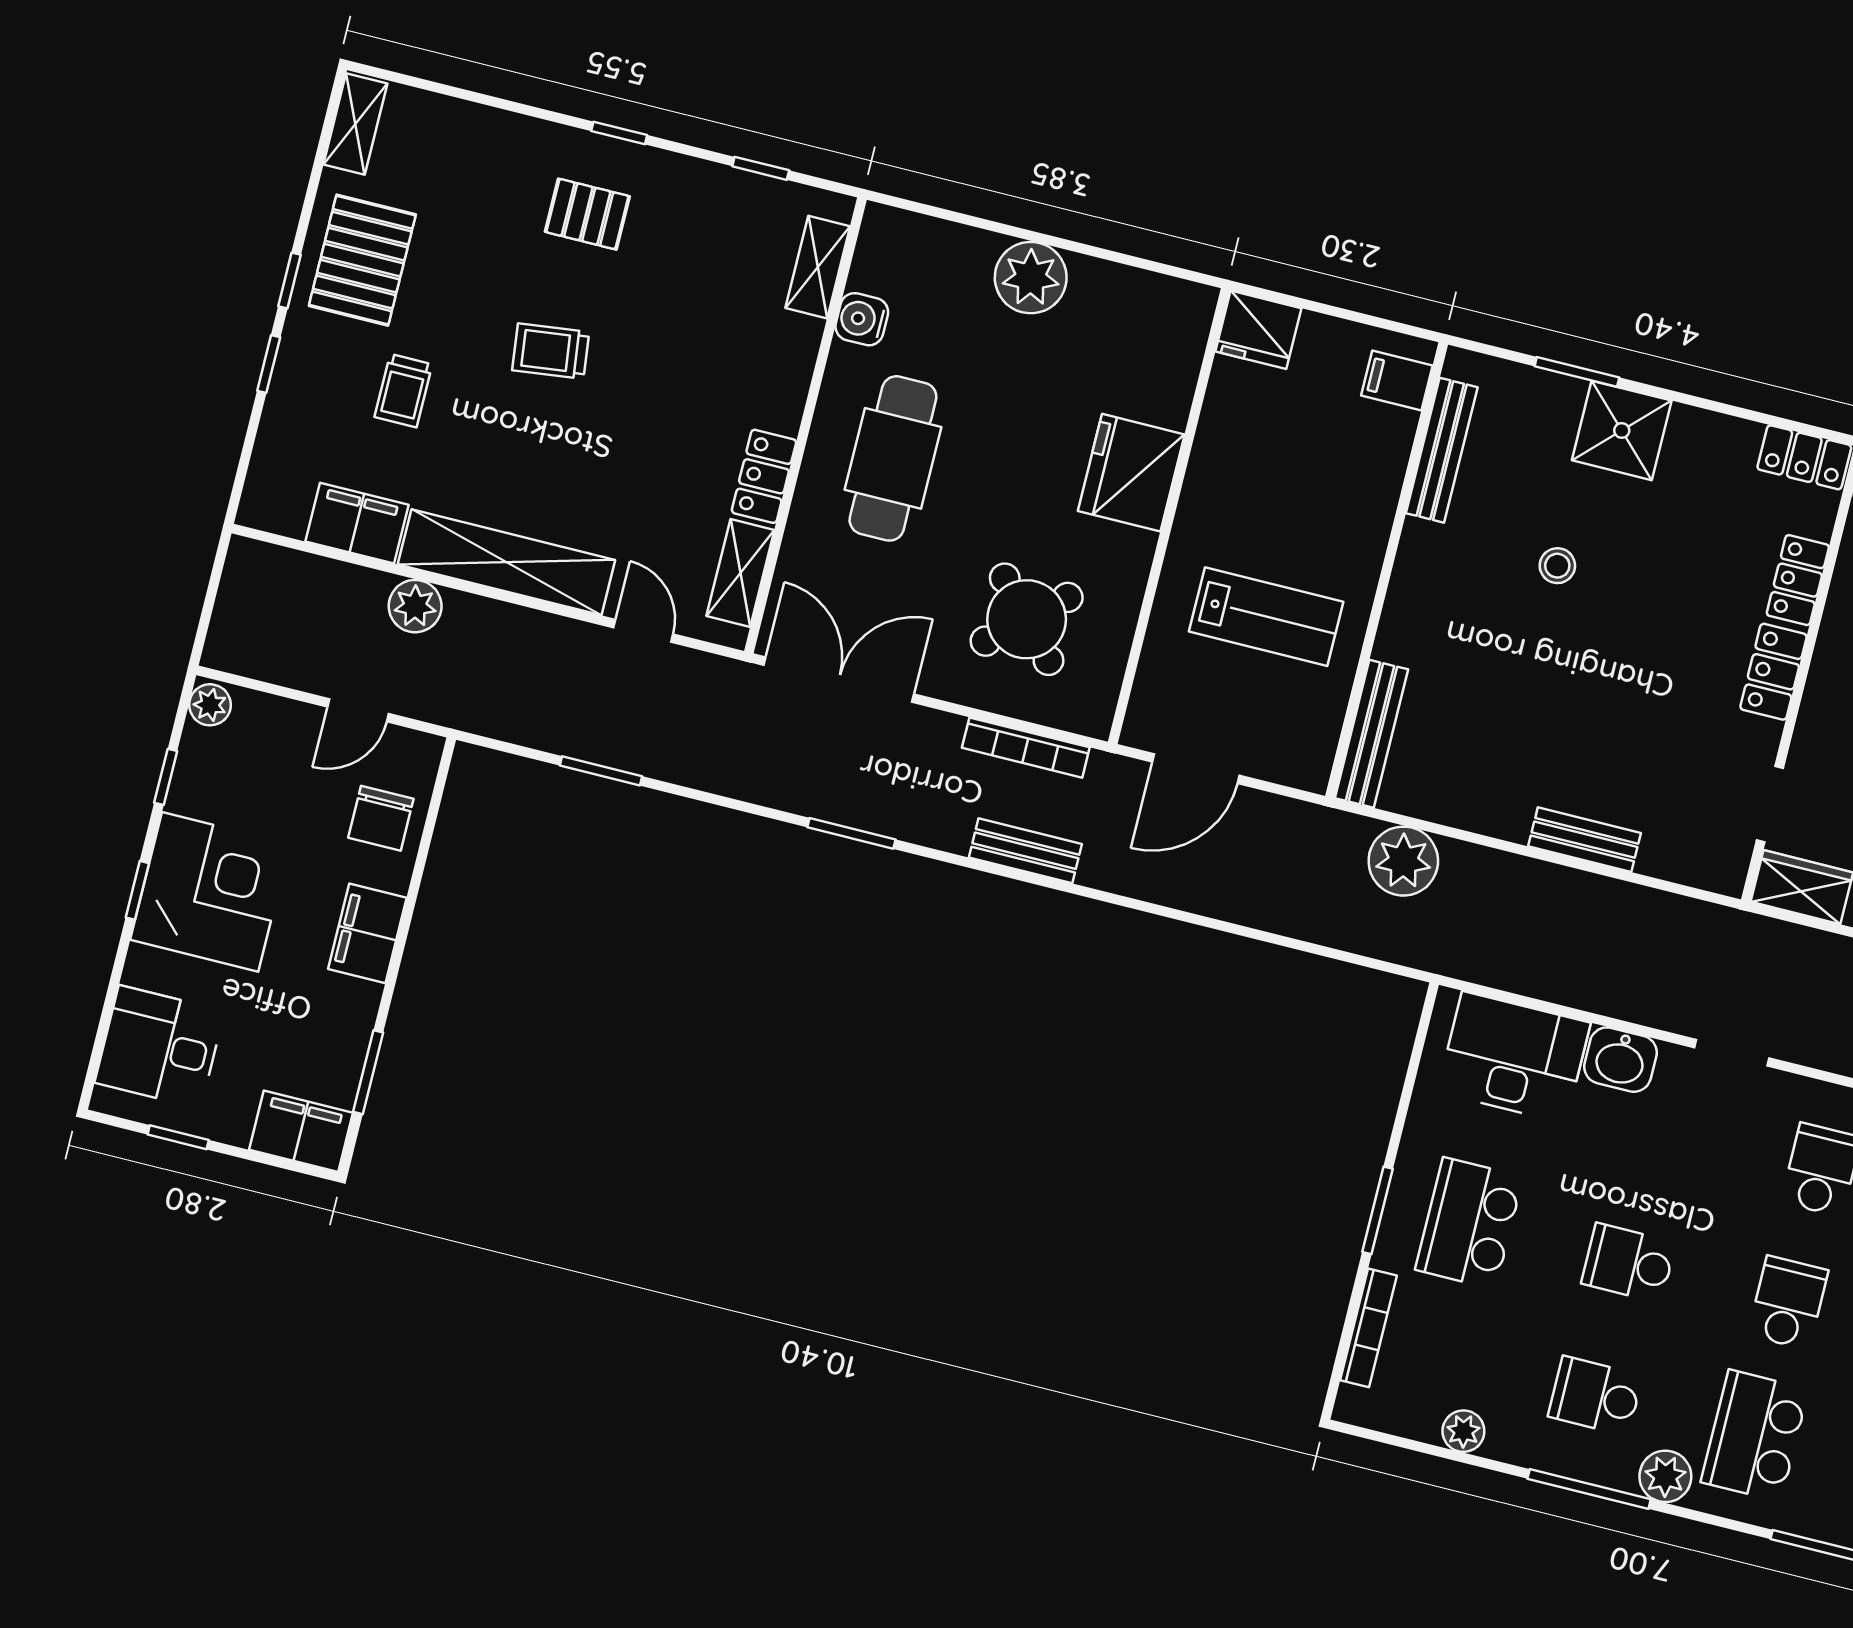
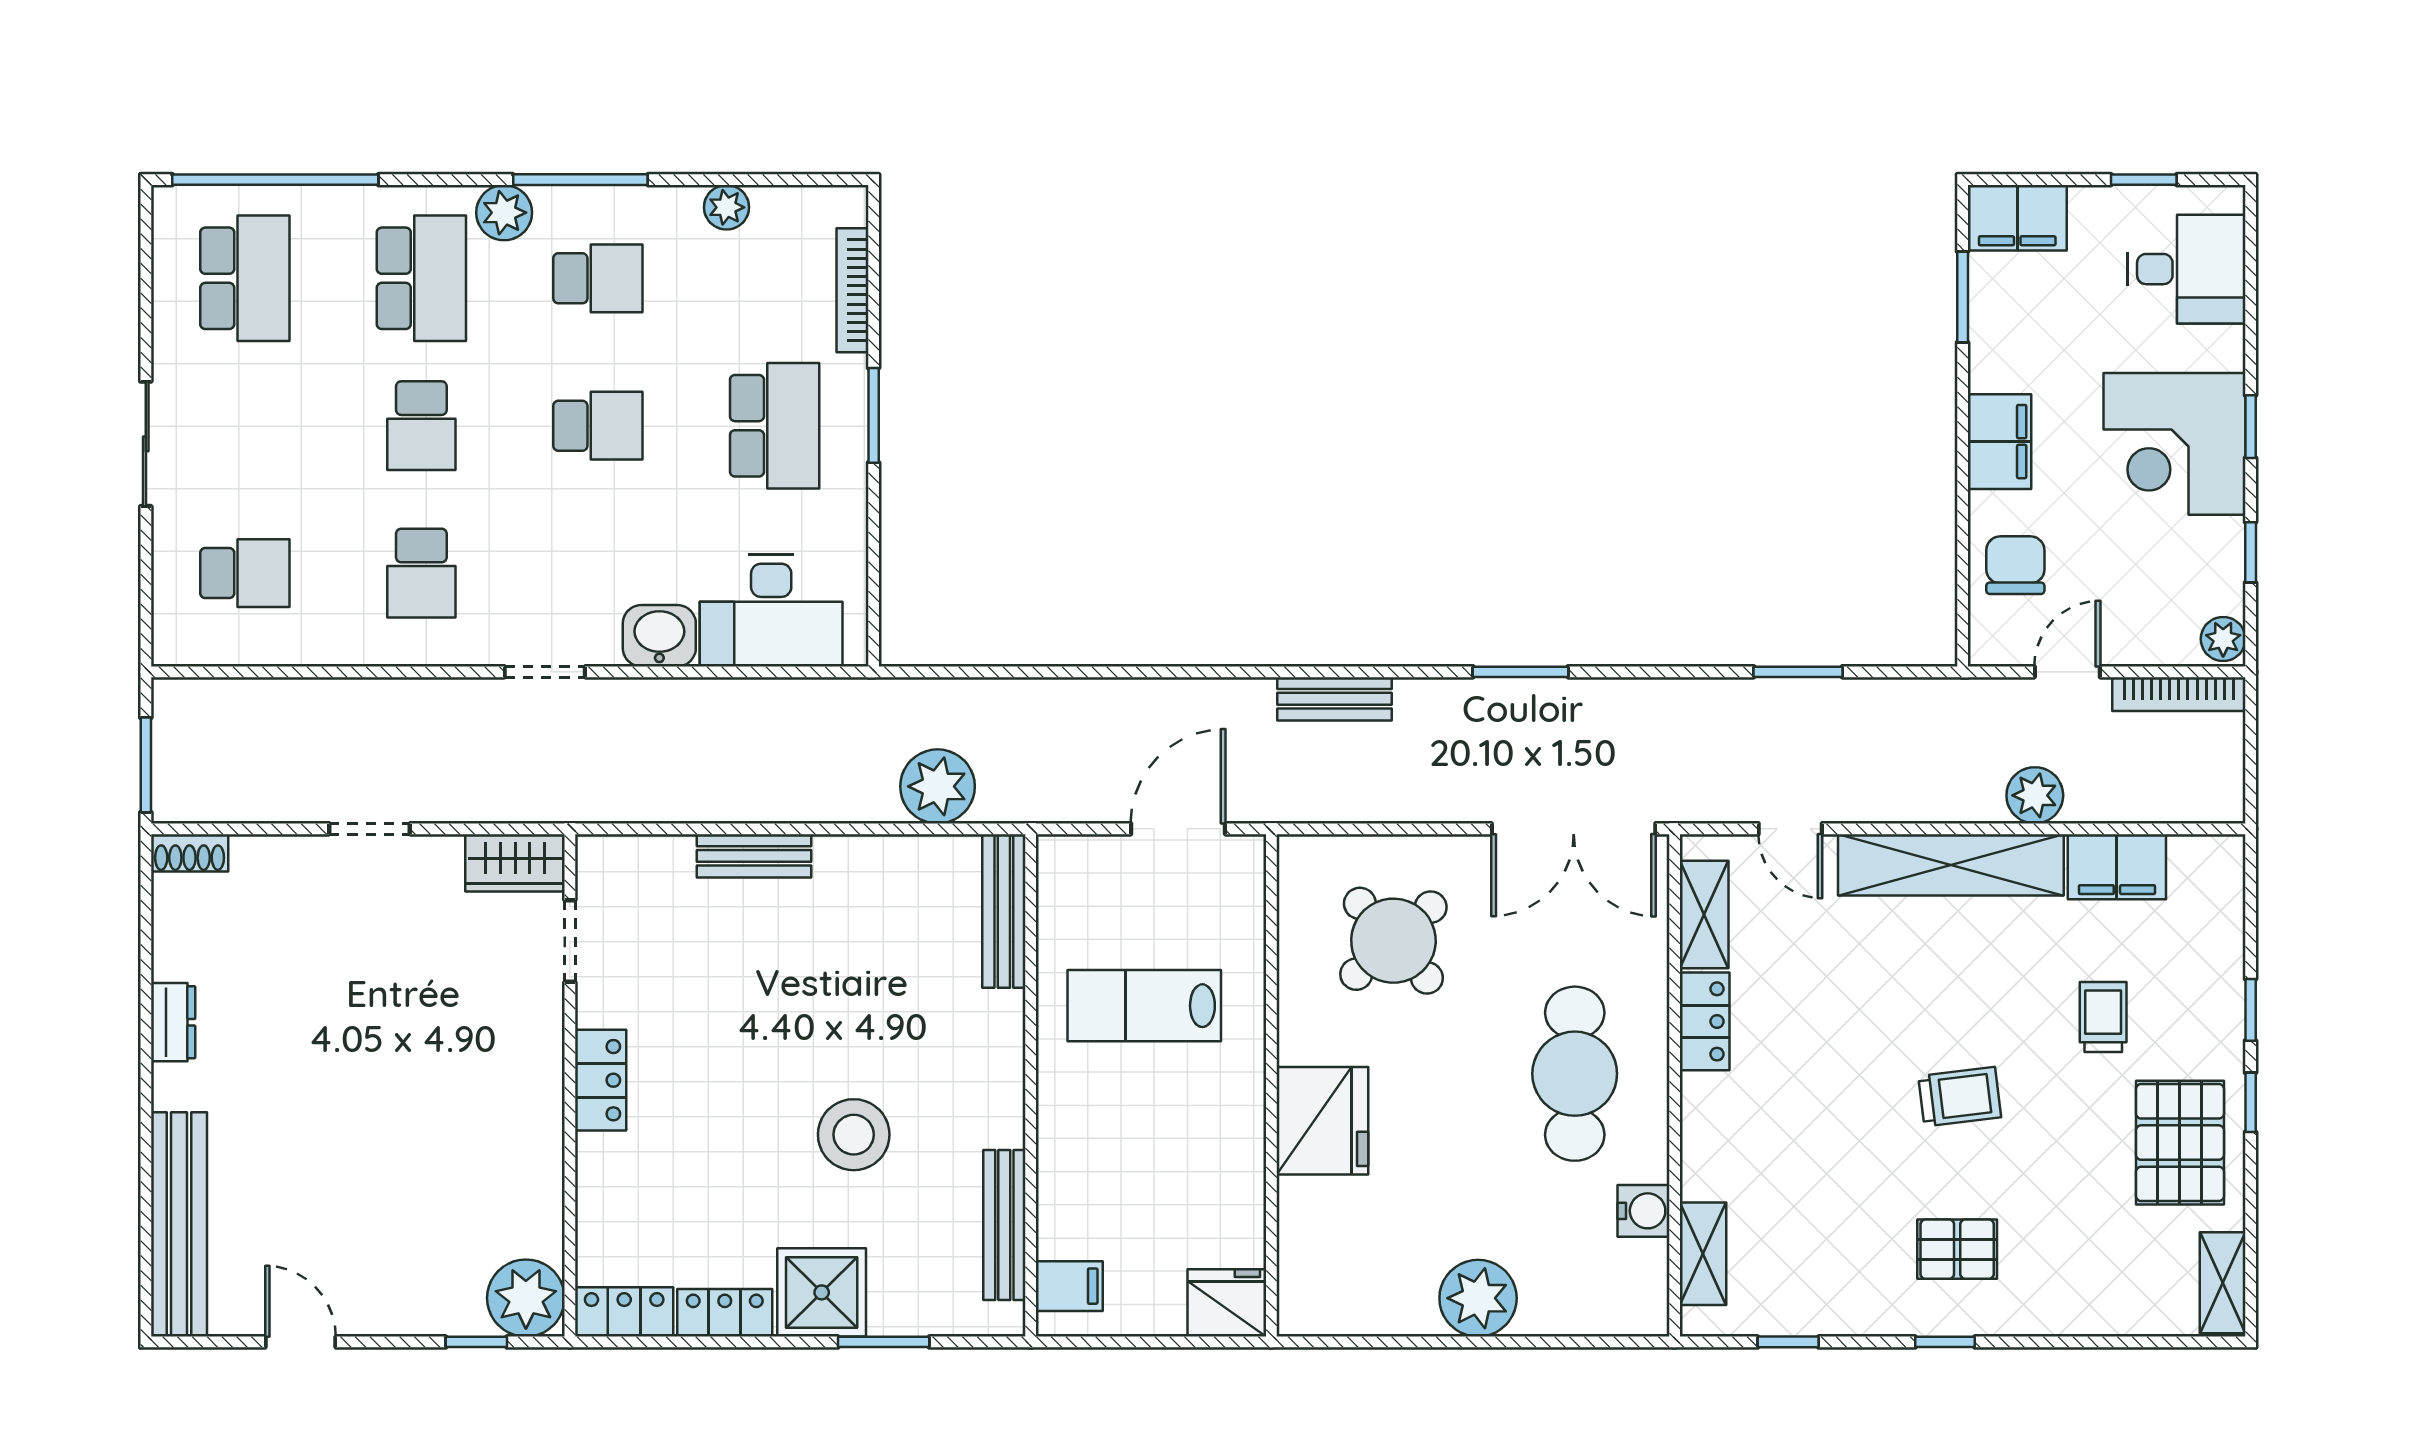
stool: (1557, 566) -> (854, 1135), width x1.89, depth x1.89
locker: (1798, 580) -> (725, 1313), moved, turned -90
bookcase: (1026, 748) -> (2179, 694), moved, turned 180

